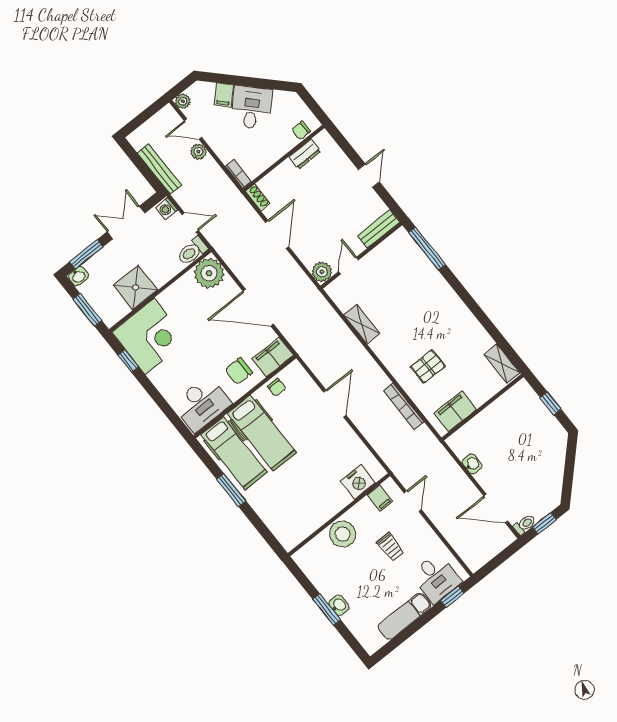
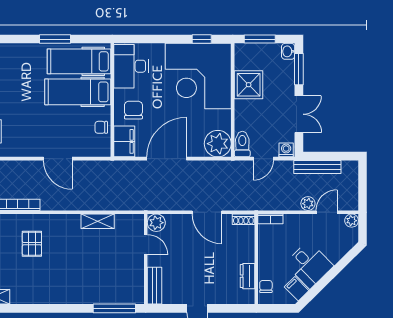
filing cabinet: (224, 95) -> (297, 289), moved
corner desk: (149, 336) -> (198, 76), width x1.36, depth x1.36

